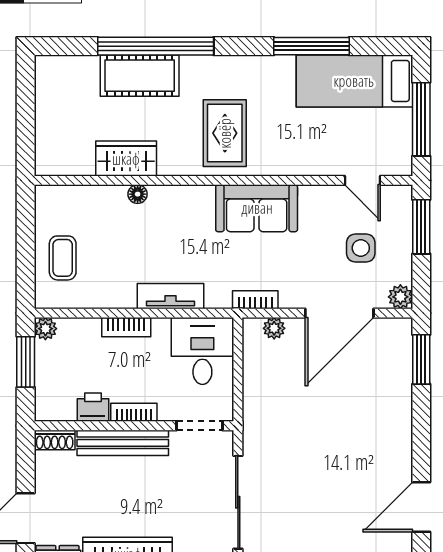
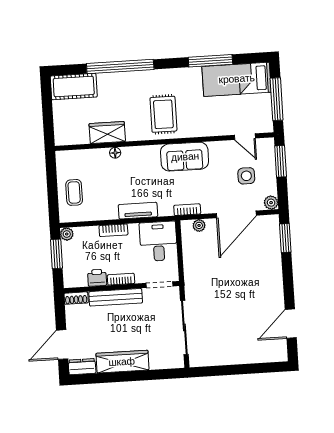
cot: (140, 76) -> (74, 87), moved

